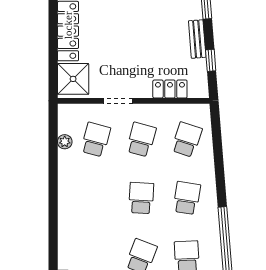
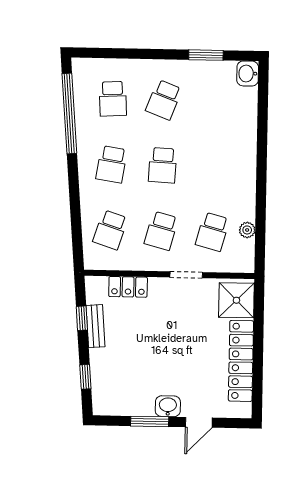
bench: (197, 39) -> (95, 326), moved

